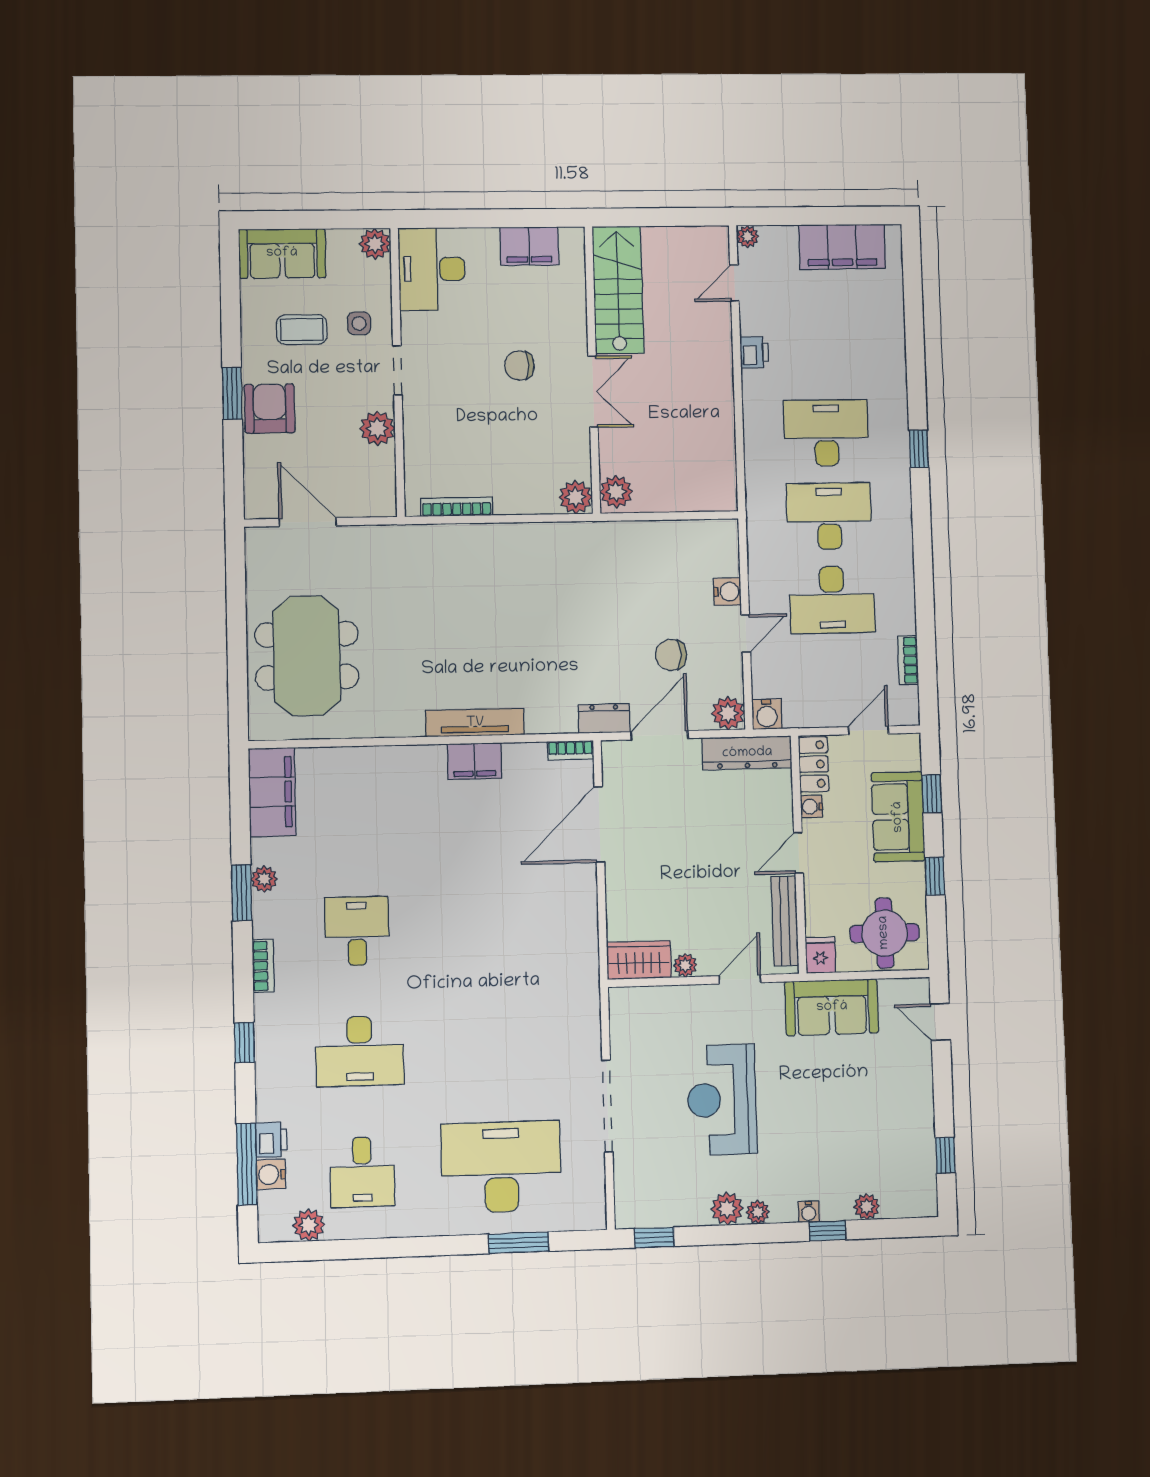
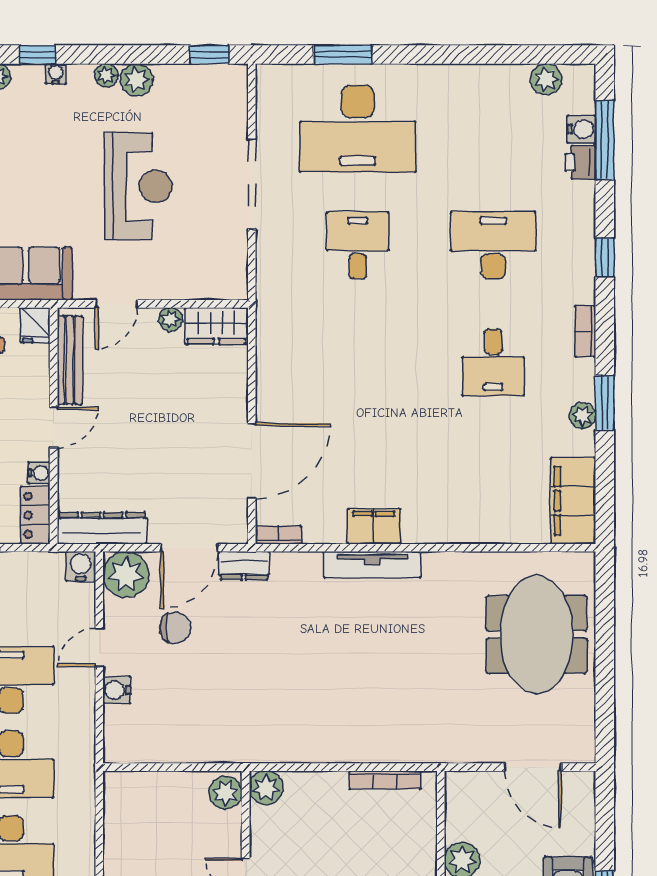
plant: (728, 713) -> (126, 574), width x1.36, depth x1.36
desk: (362, 1172) -> (358, 245), moved

